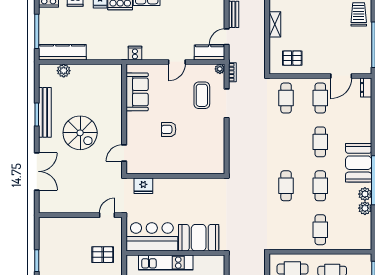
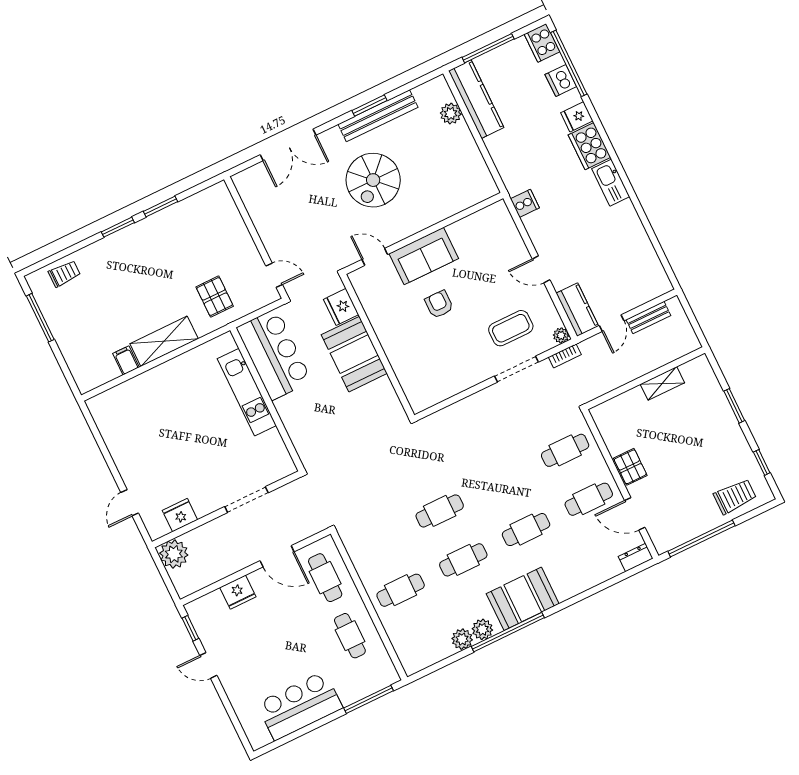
door: (227, 37) -> (612, 323), swing flipped
pallet: (292, 58) -> (630, 467), moved
sofa: (137, 92) -> (424, 256), moved
booth: (199, 238) -> (354, 354), moved

